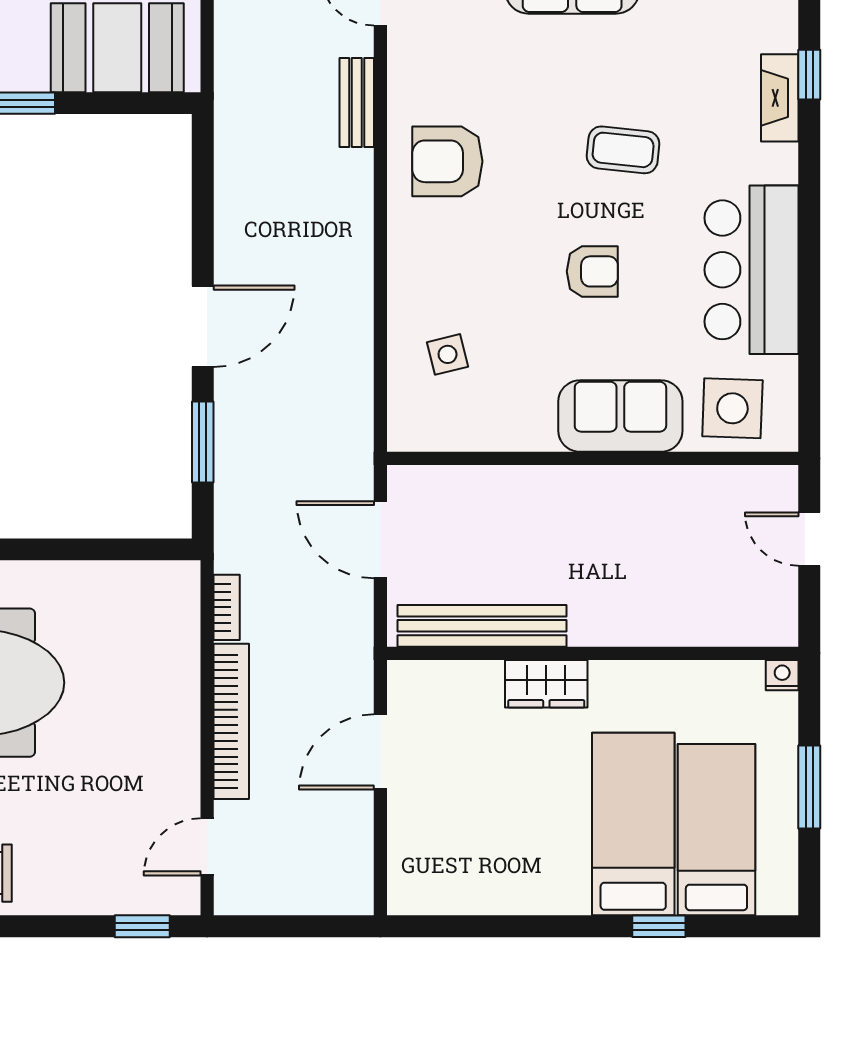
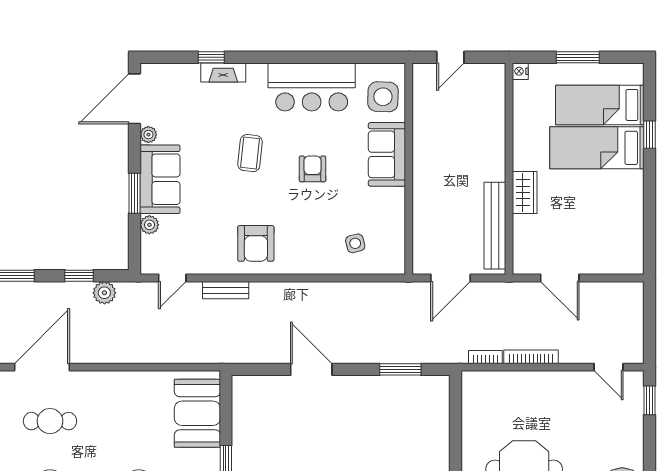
door: (203, 326) -> (311, 369), moved
bookcase: (231, 721) -> (531, 357), width x0.68, depth x0.76

